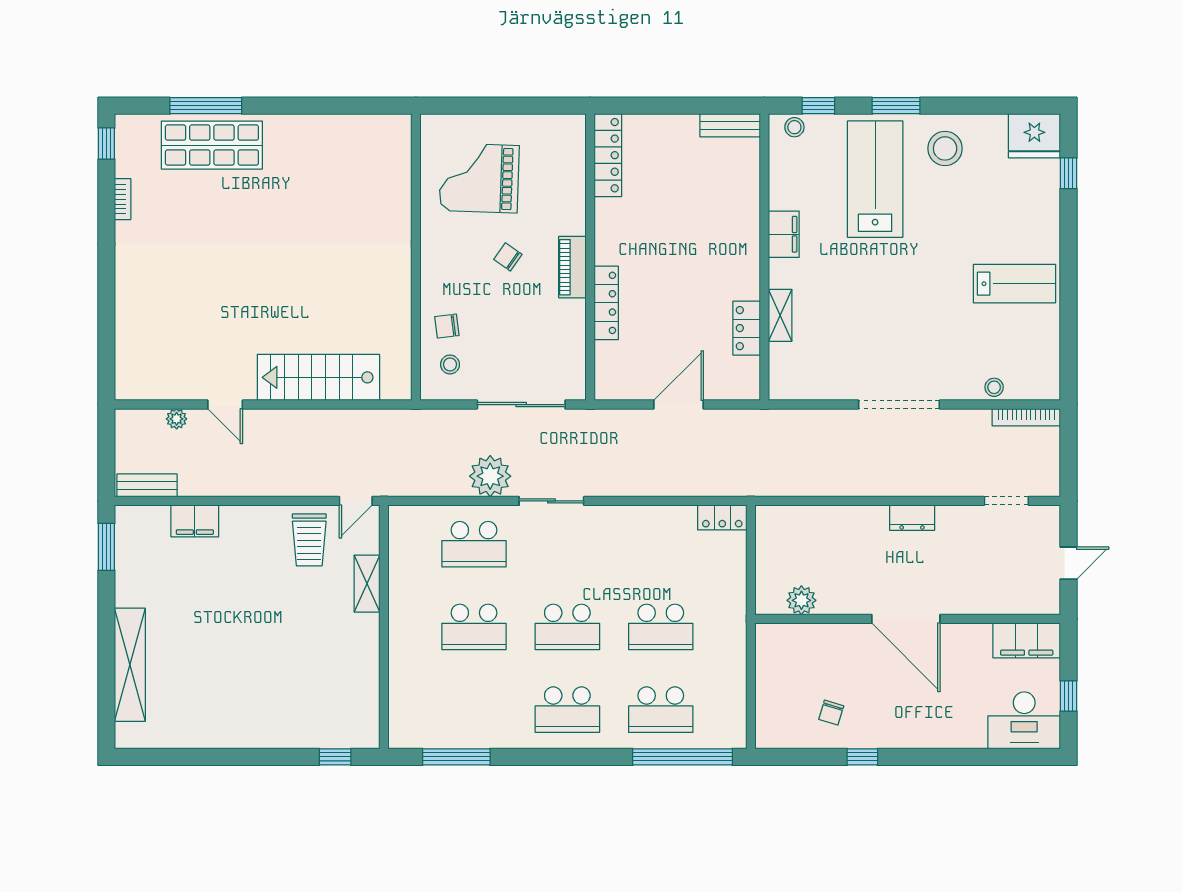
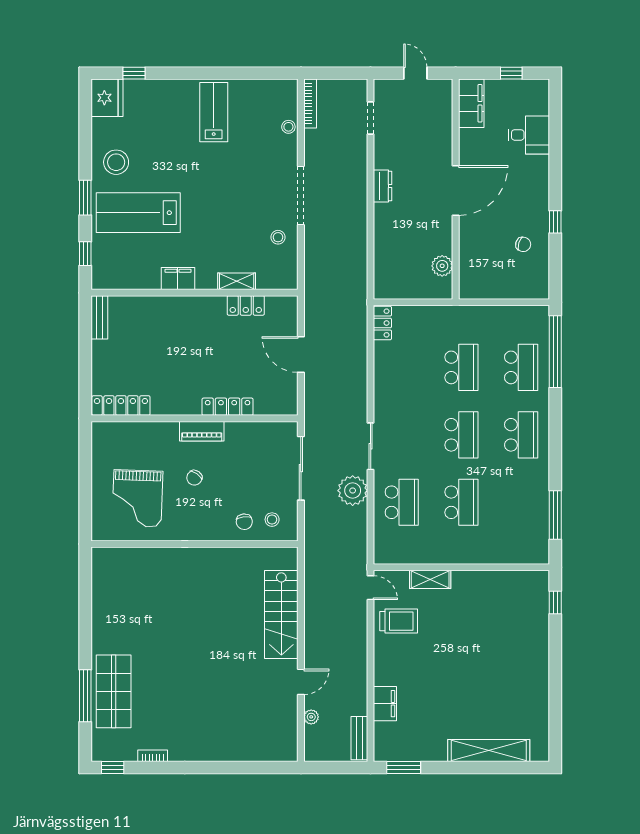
stool: (794, 127) -> (278, 237), moved
desk: (1024, 720) -> (529, 135), moved, width x0.73

